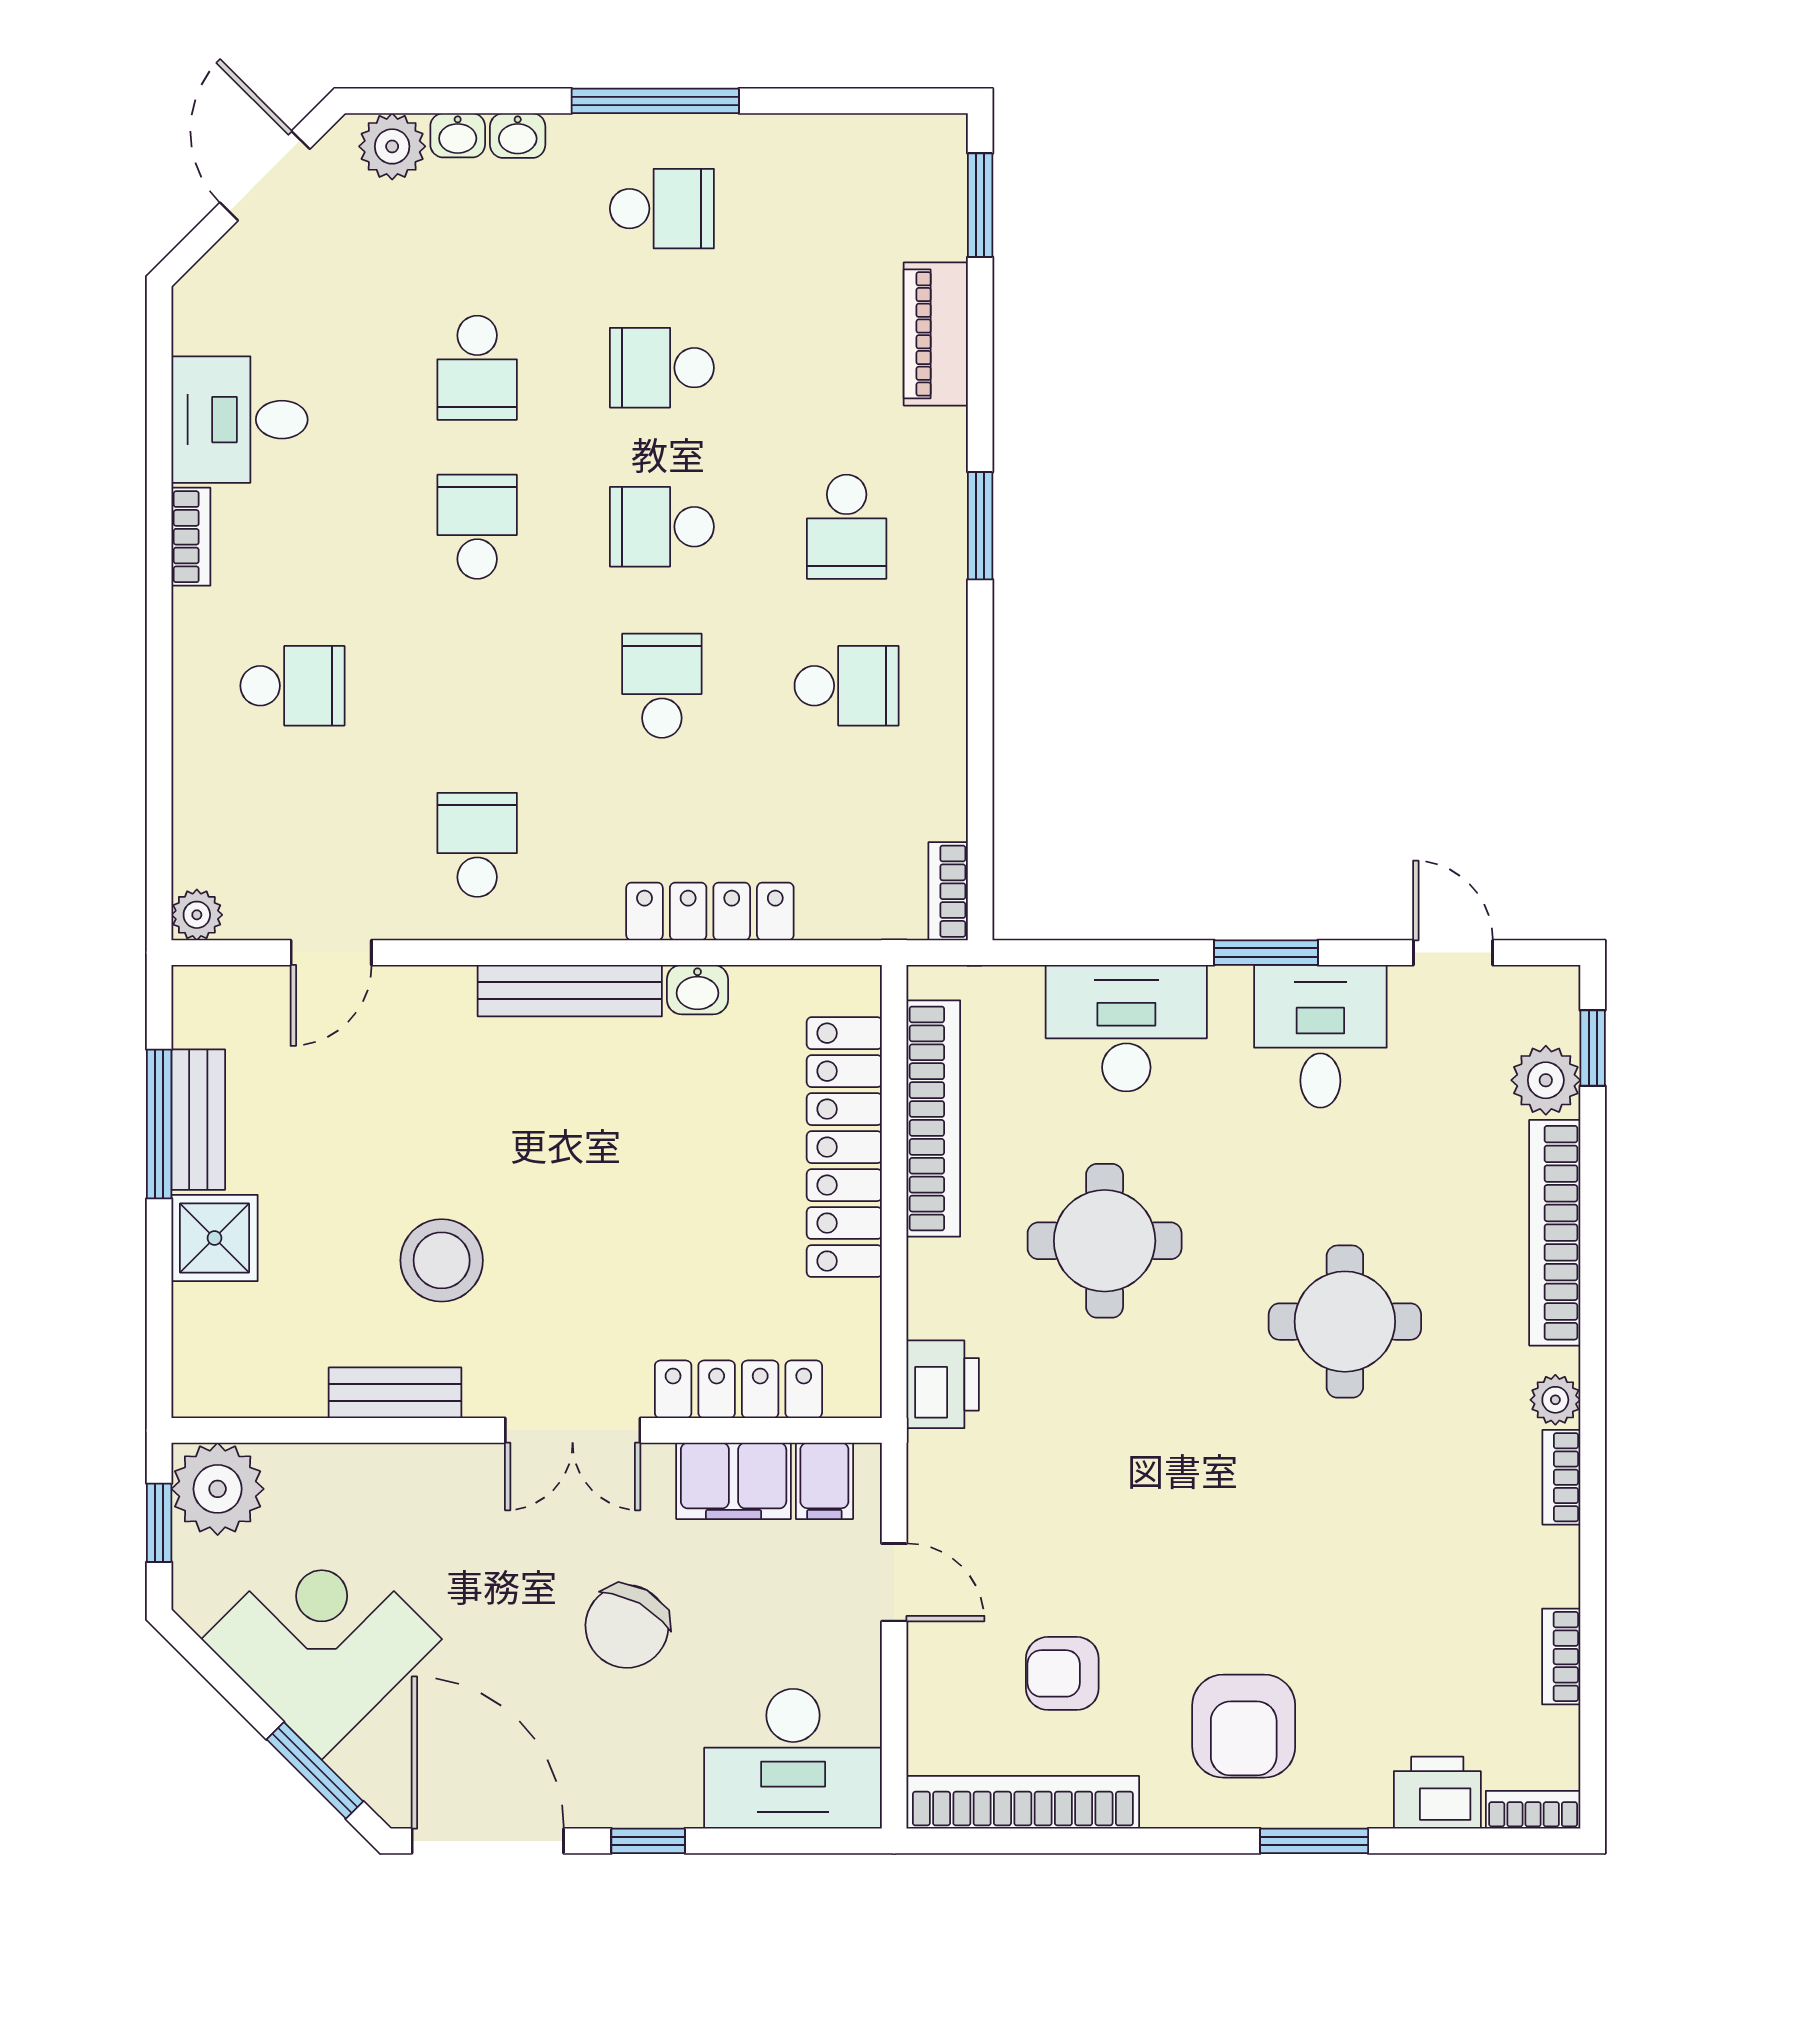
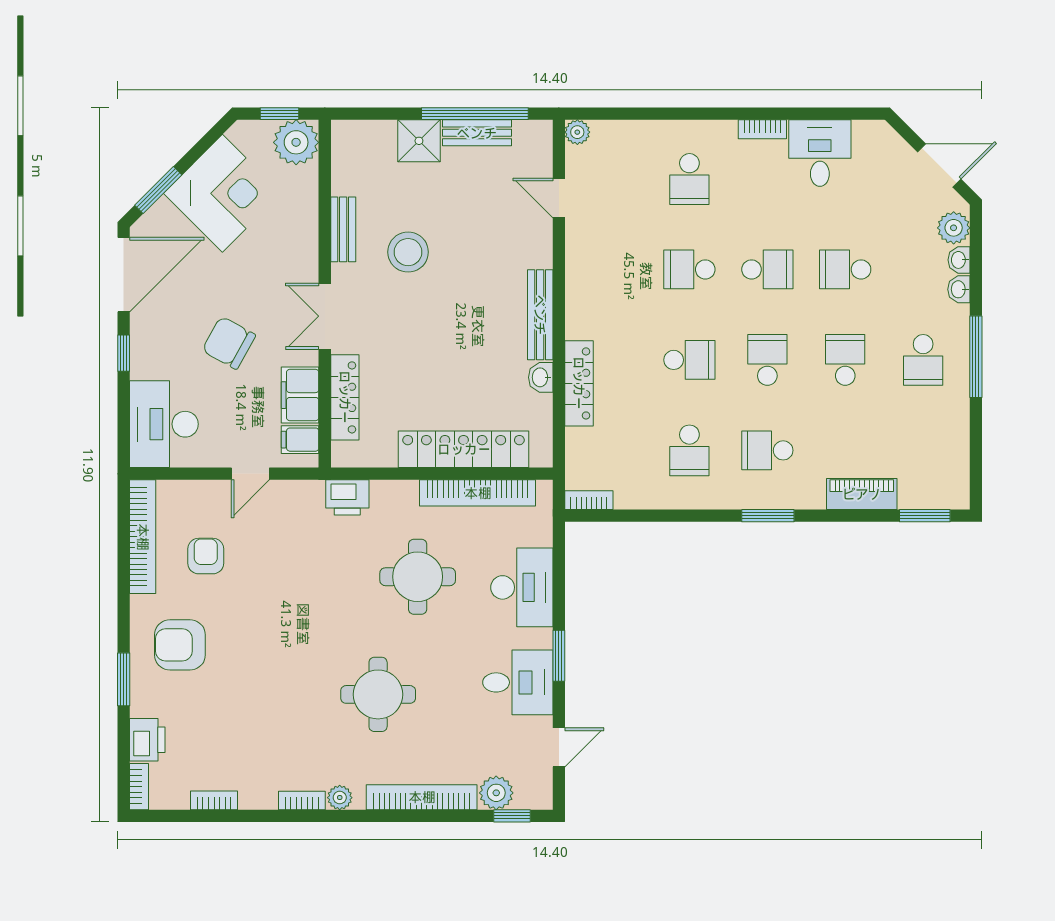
school desk: (477, 845) -> (689, 269), moved, turned 180
window: (159, 1124) -> (475, 114), width x1.46

